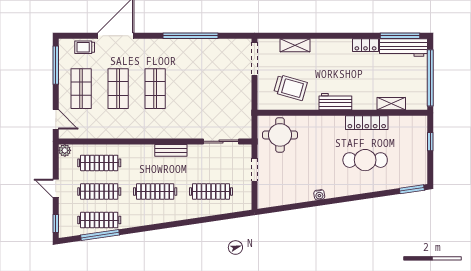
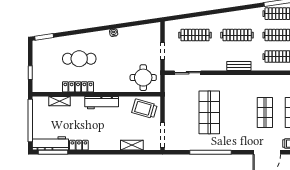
trolley: (290, 88) -> (144, 109), moved
shop shelf: (155, 89) -> (209, 112), moved, width x1.43, depth x1.36
workbench: (335, 102) -> (102, 103), width x1.38
bench: (171, 150) -> (239, 66), moved

